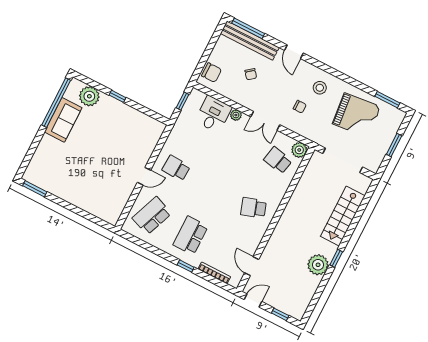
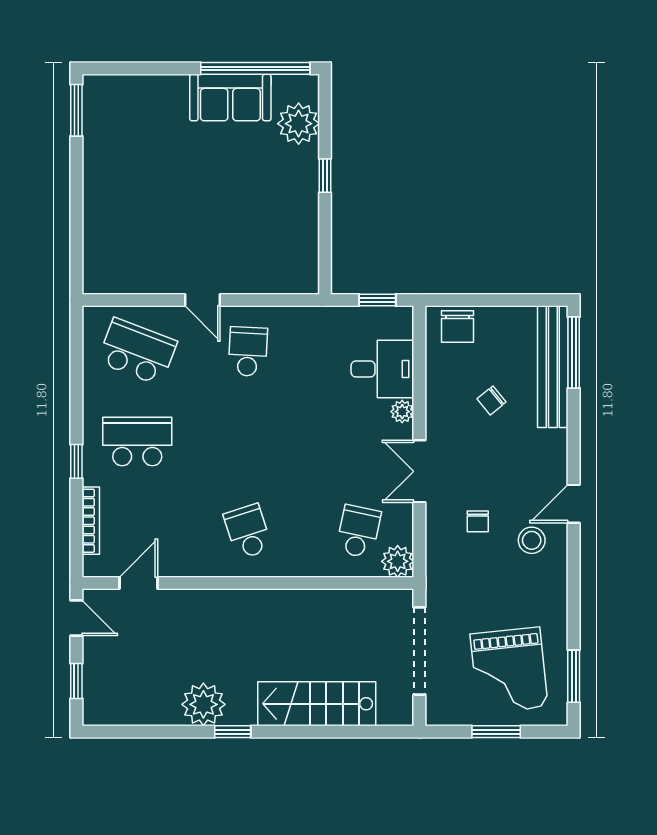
door: (294, 52) -> (574, 504), moved
grand piano: (356, 115) -> (509, 670), moved

